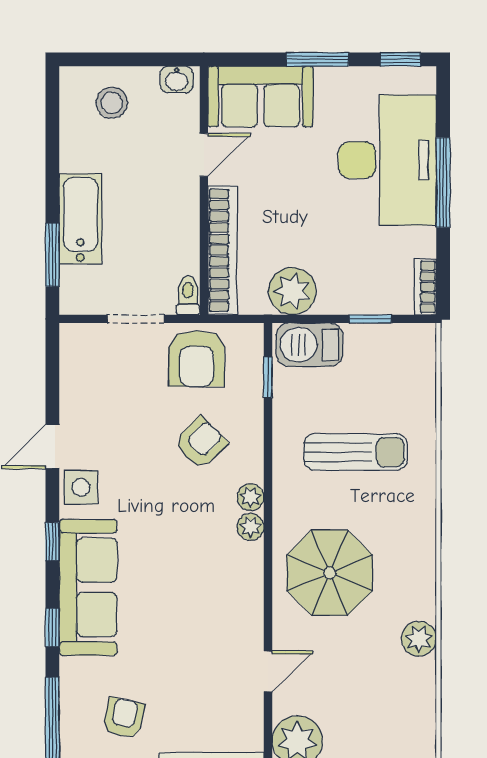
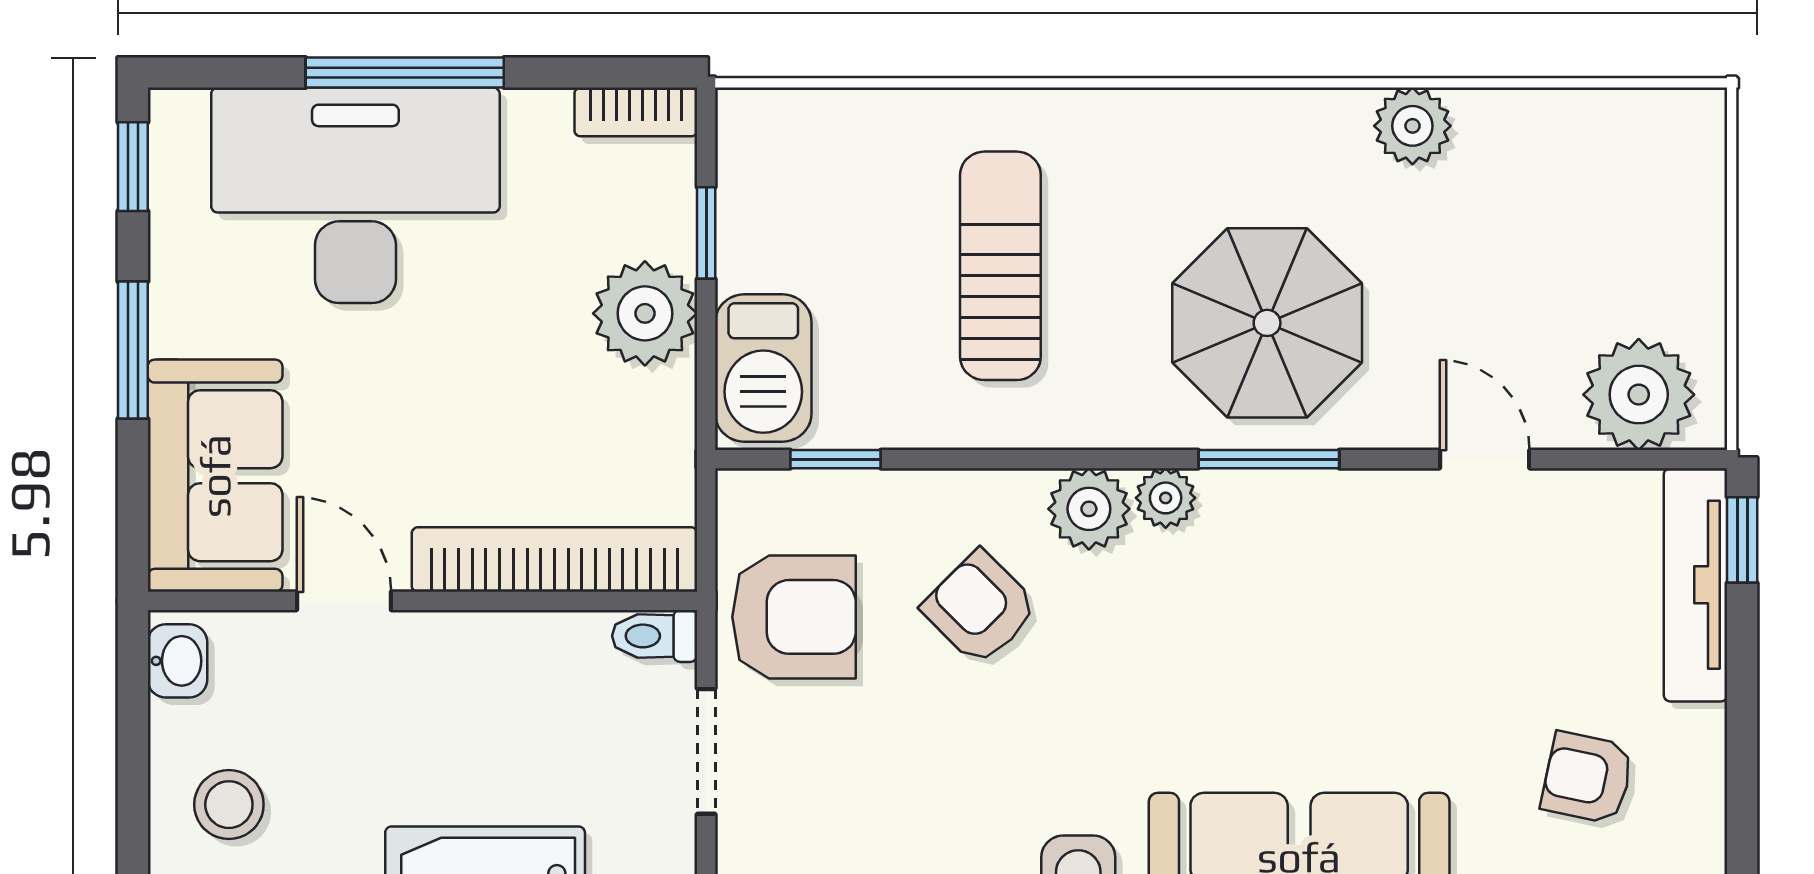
plant: (292, 291) -> (645, 313), moved
plant: (251, 497) -> (1089, 509), width x1.38, depth x1.38
window: (268, 574) -> (1269, 459), added

